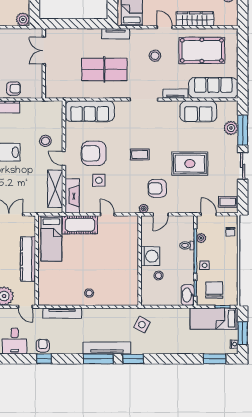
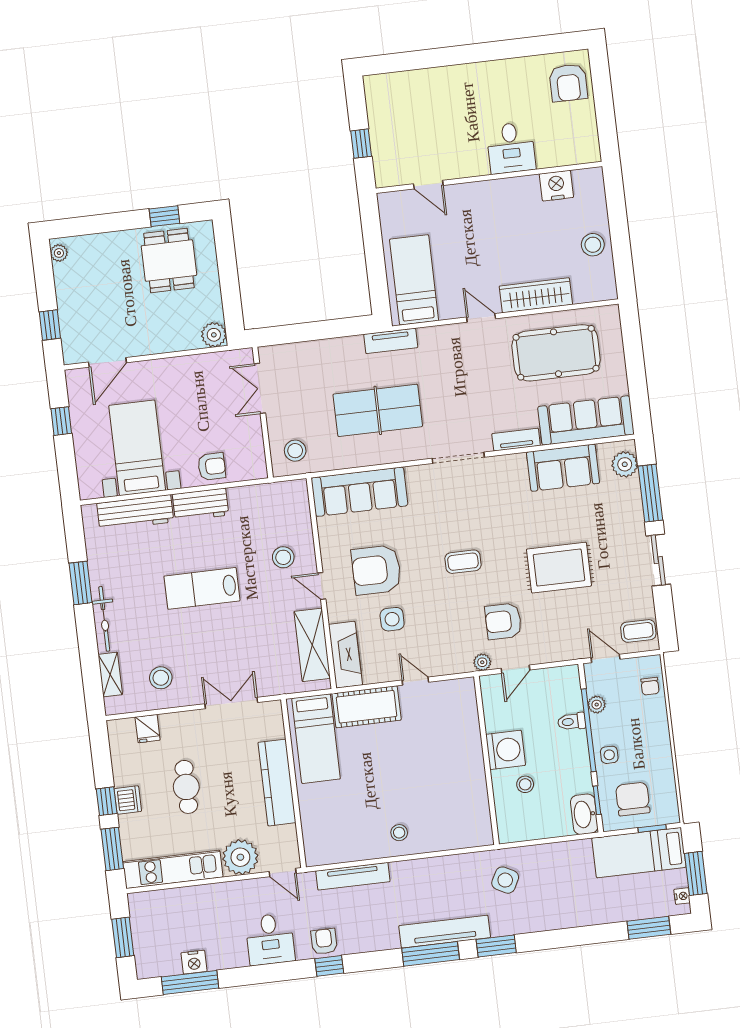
stool: (155, 56) -> (295, 451), moved
plant: (231, 128) -> (625, 464), moved

